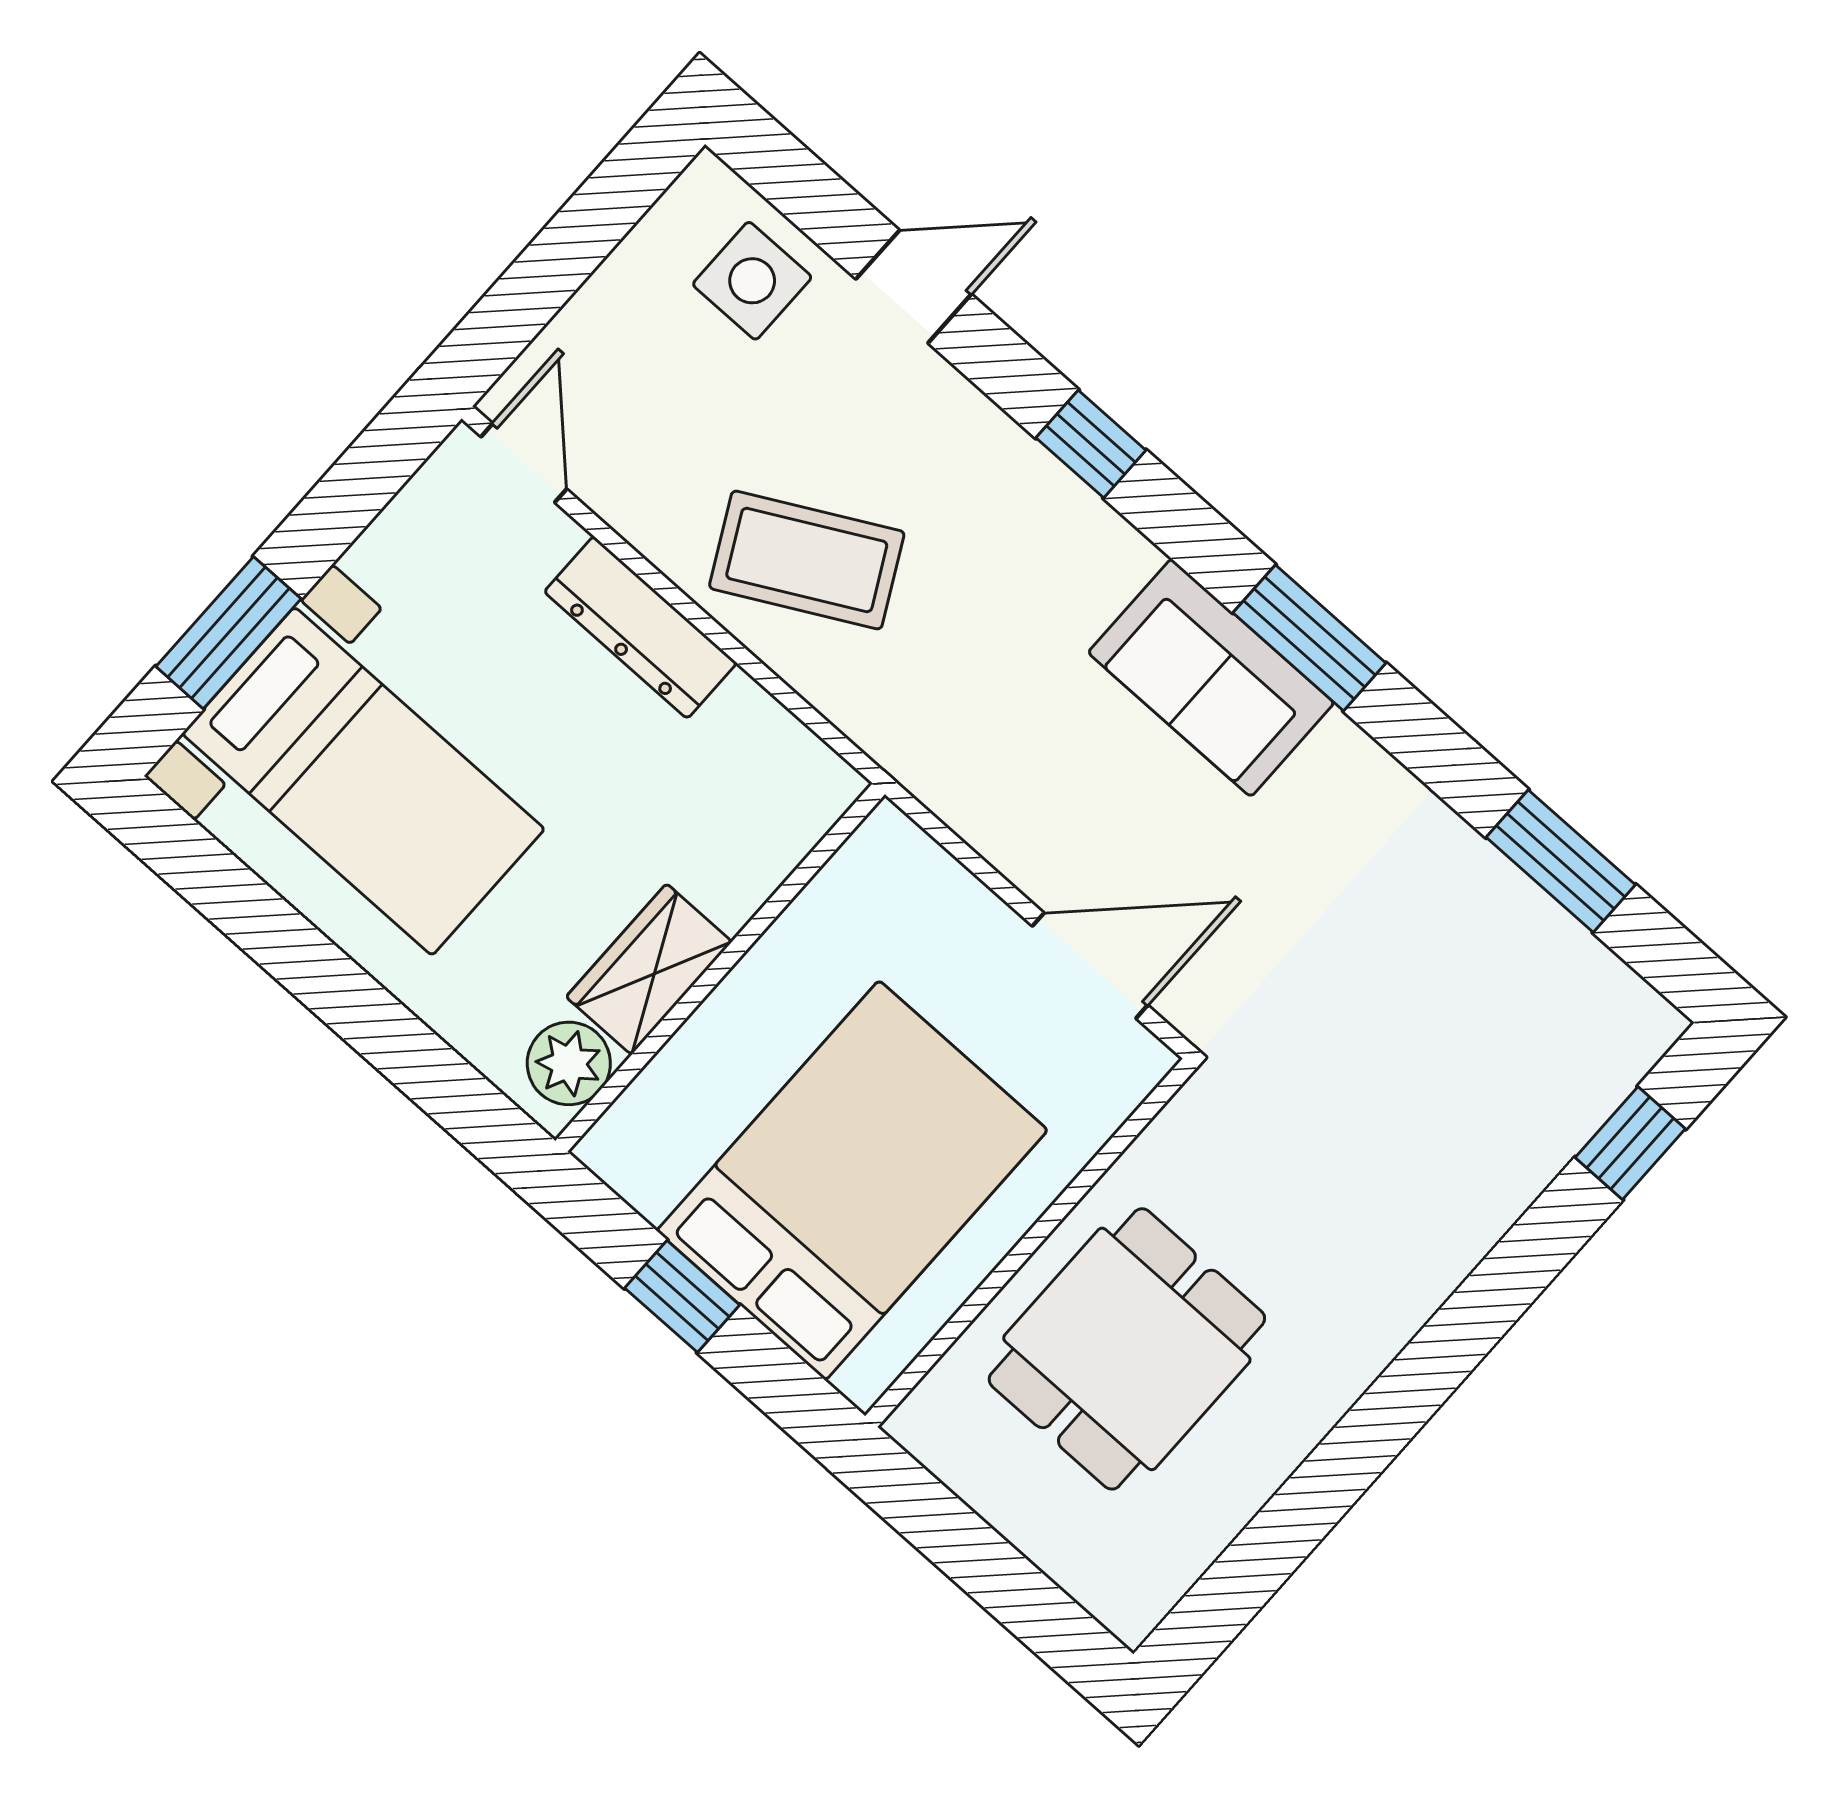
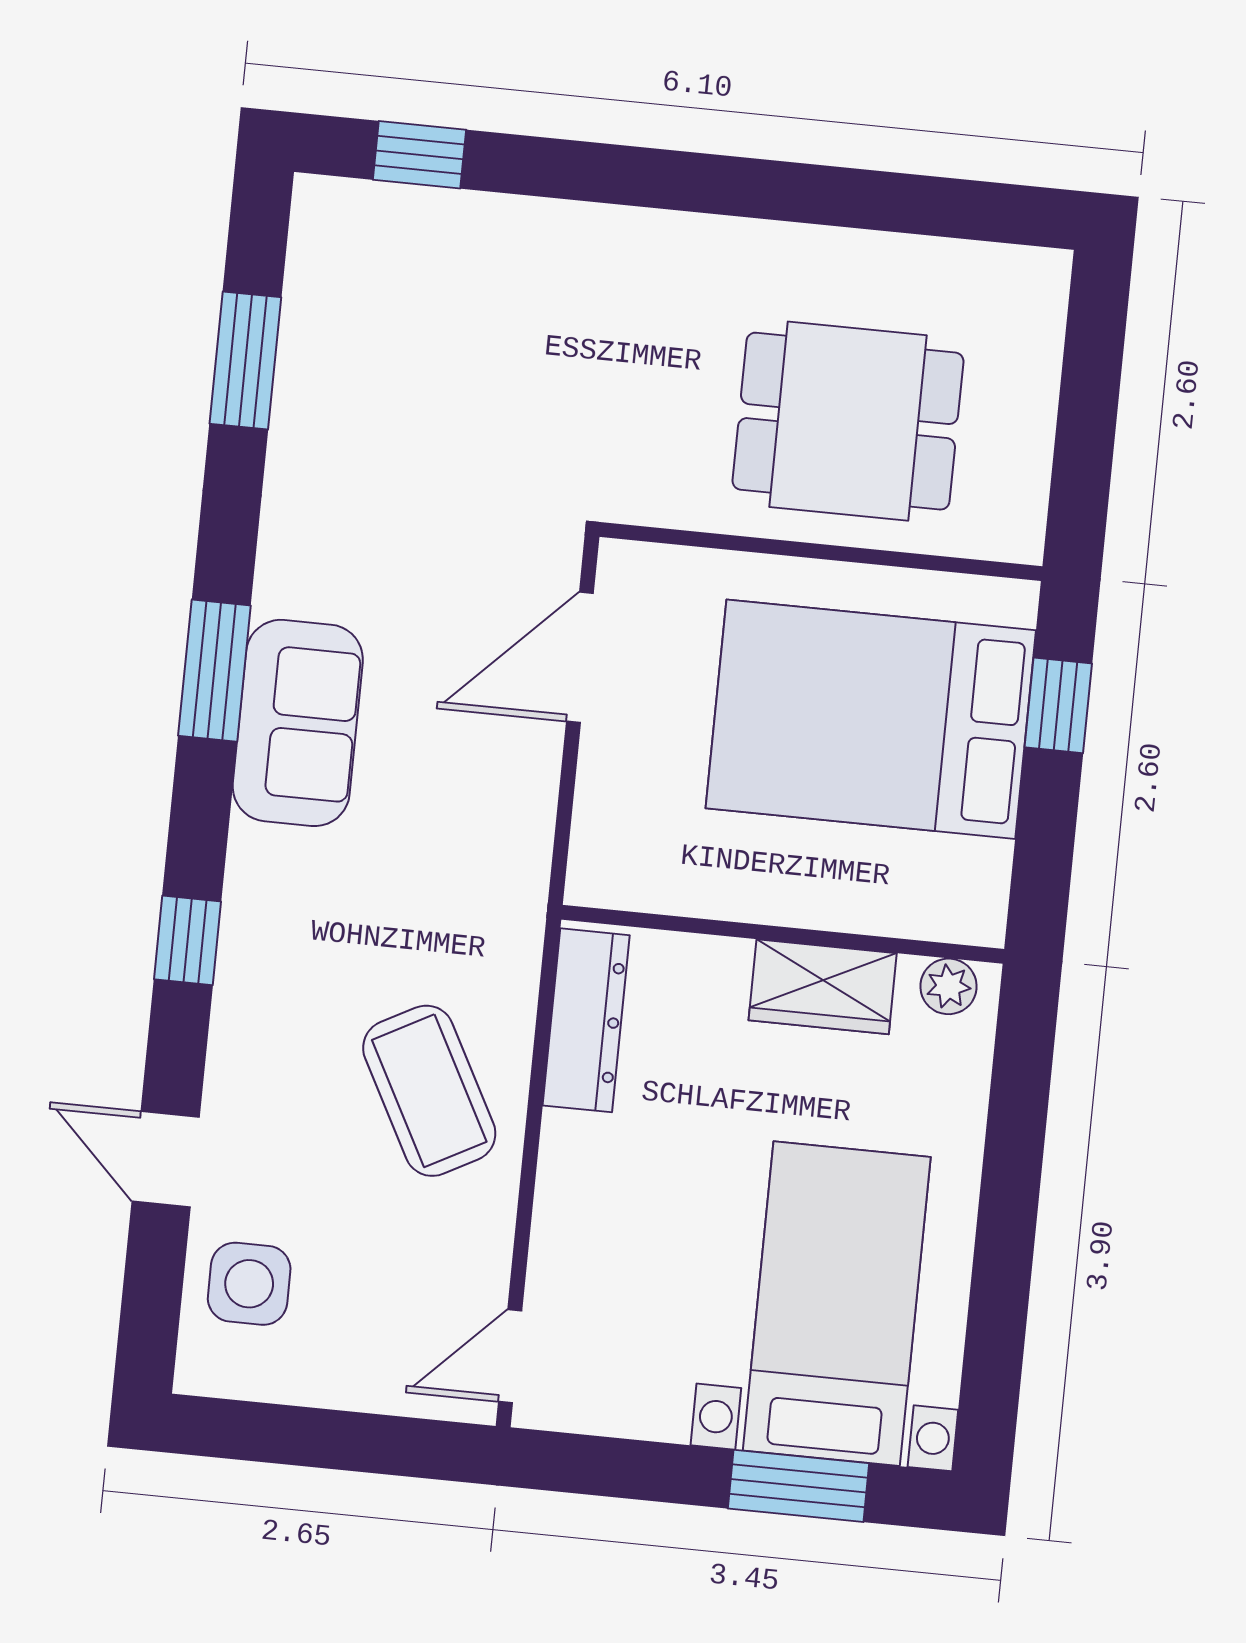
dresser: (641, 627) -> (586, 1020), moved
door: (1090, 966) -> (580, 657), hinge flipped
plant: (569, 1063) -> (948, 986), width x0.73, depth x0.73
window: (682, 1296) -> (1058, 705), moved

